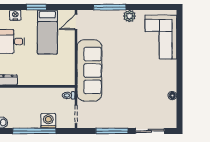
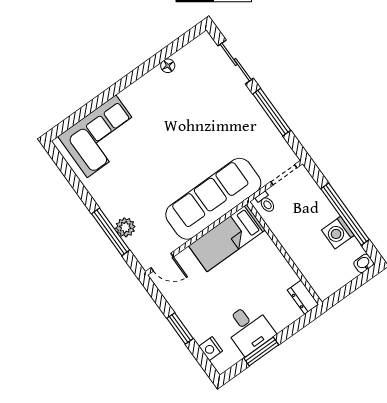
plant: (129, 16) -> (125, 227), moved
bed: (47, 32) -> (227, 238), moved, turned 180
washing machine: (48, 121) -> (338, 233), moved

